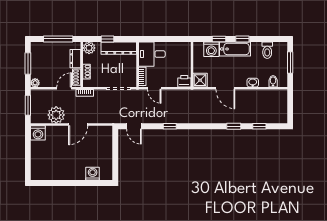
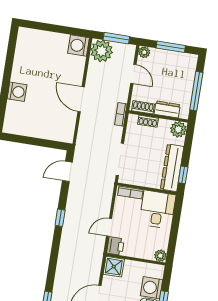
window: (108, 39) -> (183, 175), moved
plant: (186, 46) -> (160, 256), added
door: (64, 88) -> (133, 74), moved
door: (154, 88) -> (109, 227), moved
plant: (56, 115) -> (102, 51), moved
washing machine: (93, 174) -> (17, 92), moved

